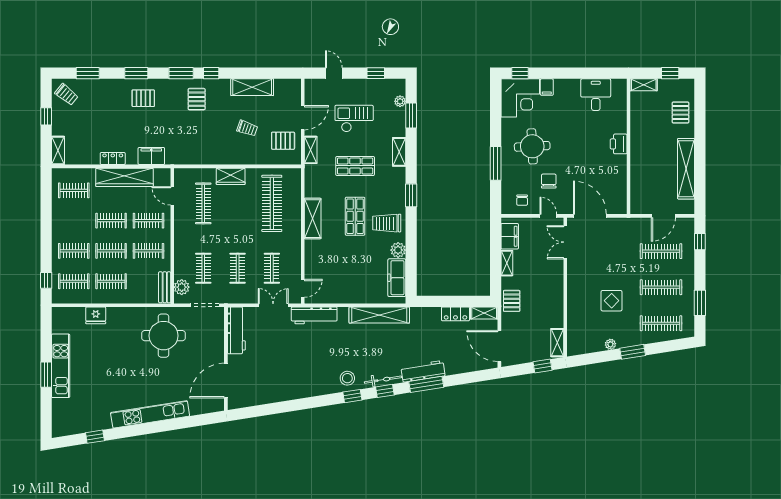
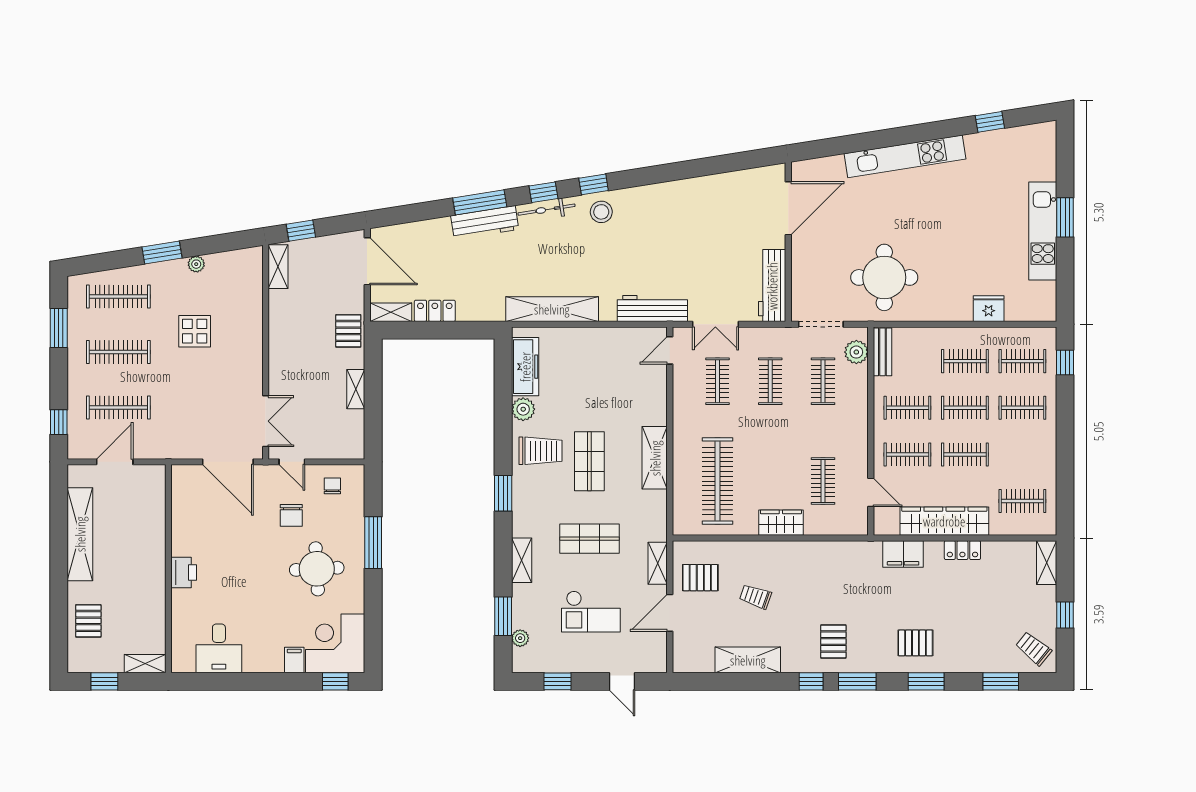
clothes rail: (203, 203) -> (823, 481), width x0.73
filing cabinet: (510, 236) -> (351, 430), removed

